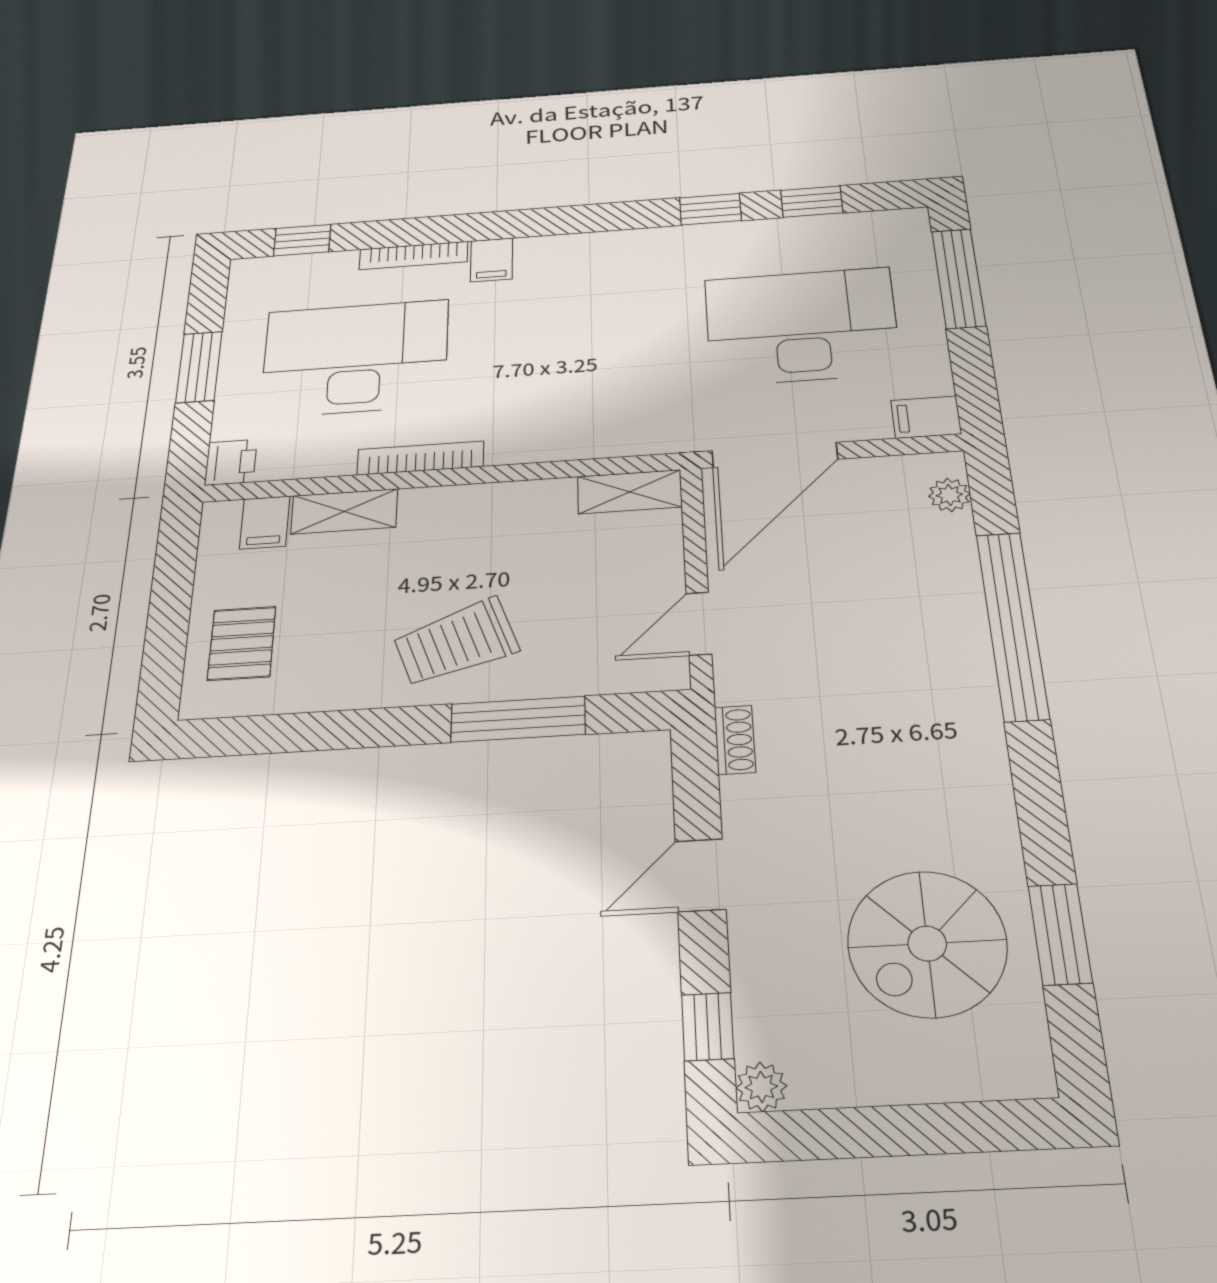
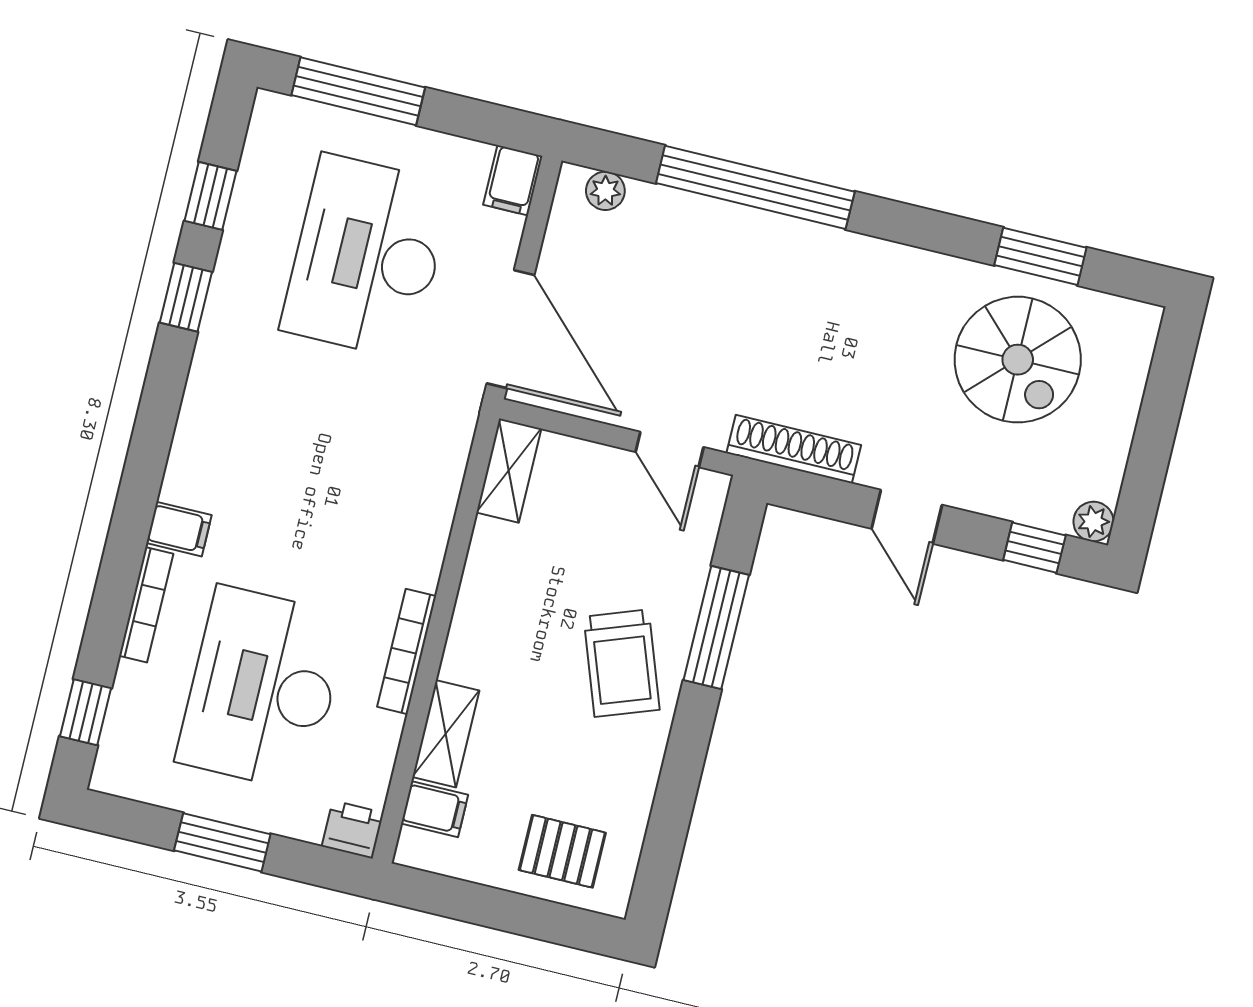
shoe rack: (735, 740) -> (794, 449), width x1.94, depth x1.24

